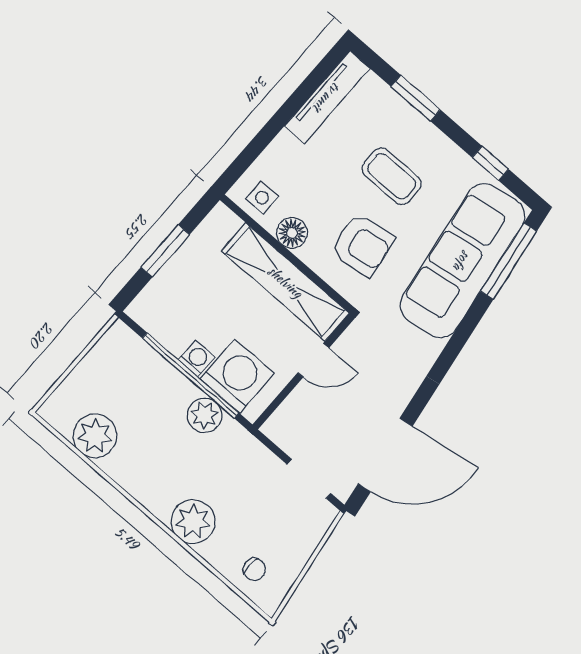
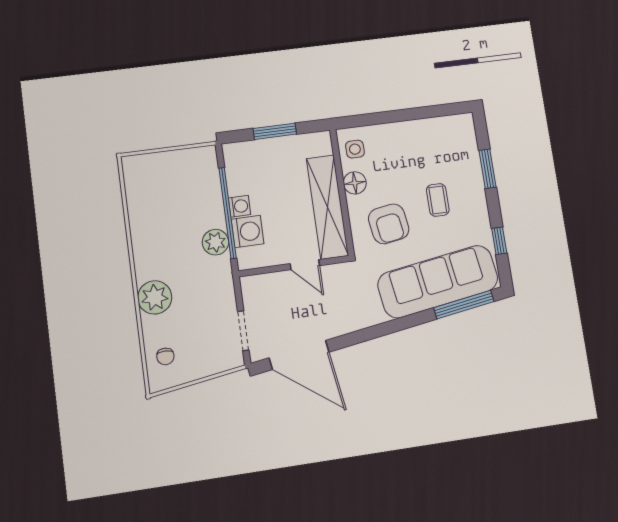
tv unit: (327, 97) -> (439, 126), removed
coffee table: (392, 176) -> (438, 200), width x0.73, depth x0.77
washing machine: (237, 376) -> (248, 231), width x0.73, depth x0.73
plant: (95, 436) -> (143, 200), removed

